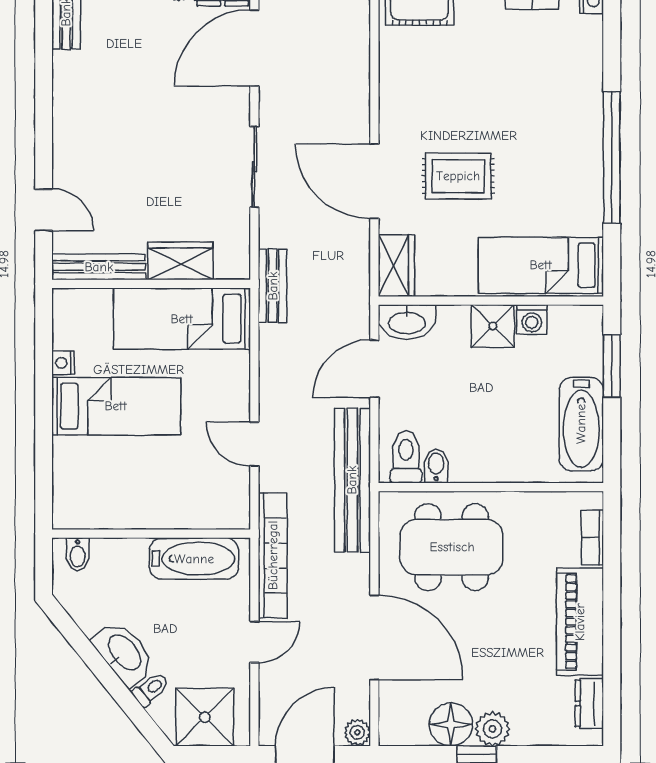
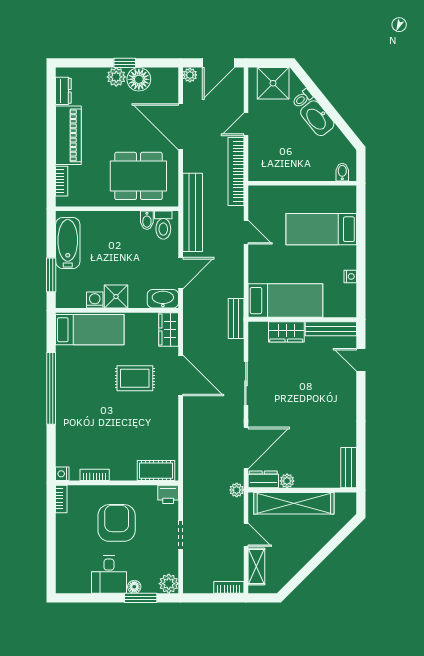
bed: (116, 406) -> (321, 229), moved
bathtub: (194, 559) -> (279, 170), removed

